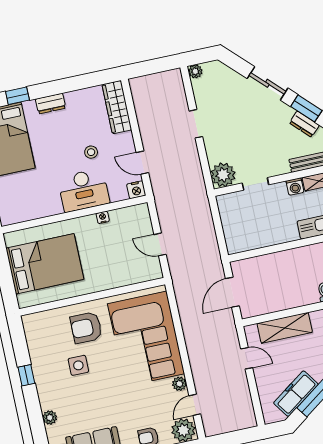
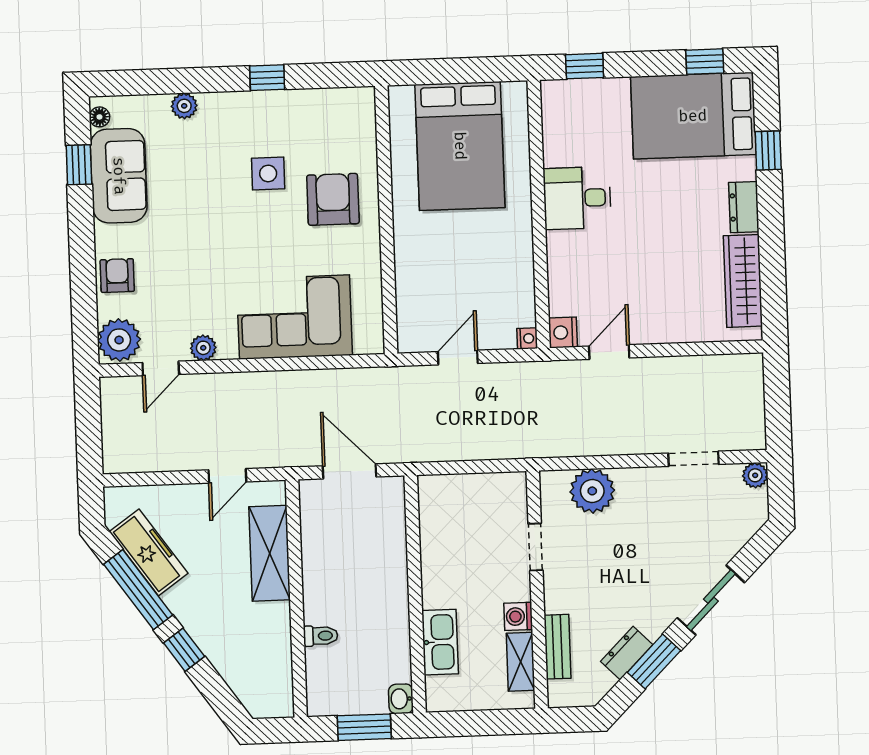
wardrobe: (117, 107) -> (743, 281), moved, turned -90
doorway: (196, 124) -> (693, 459), moved
stool: (91, 152) -> (644, 264), removed
plant: (223, 175) -> (592, 491), moved
desk: (84, 190) -> (577, 198), moved, width x0.73
nightstand: (103, 217) -> (527, 338), moved
corner sofa: (146, 339) -> (295, 317), width x0.73, depth x0.74
door: (195, 405) -> (161, 368), swing flipped

